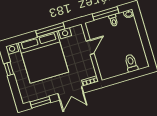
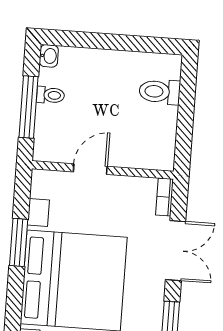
window: (50, 30) -> (19, 242), width x0.69
door: (90, 47) -> (90, 169), hinge flipped

